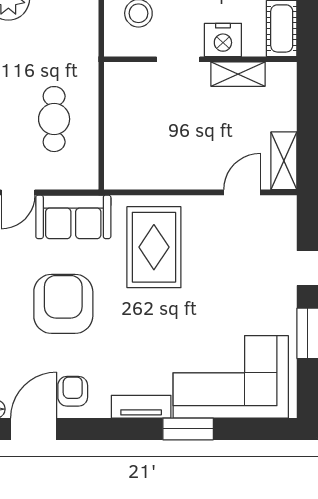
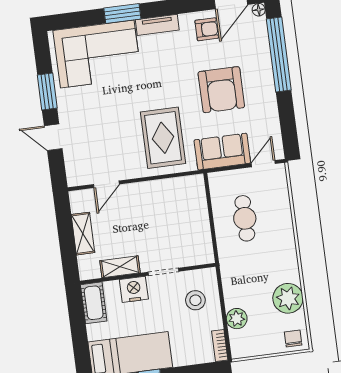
shelving: (284, 161) -> (83, 234), moved
armchair: (73, 391) -> (207, 29), turned -90

